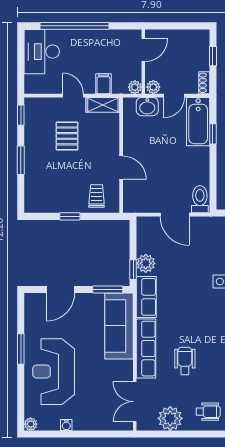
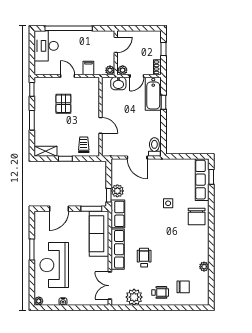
shelving: (103, 105) -> (46, 151), moved

